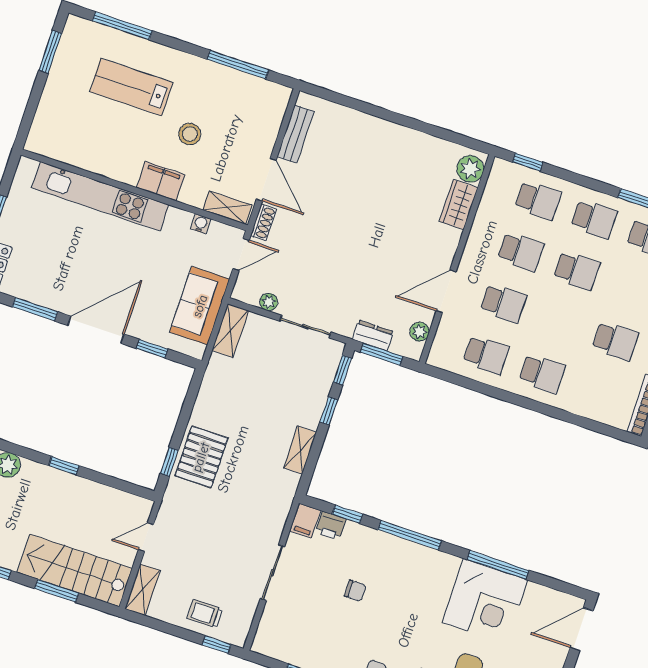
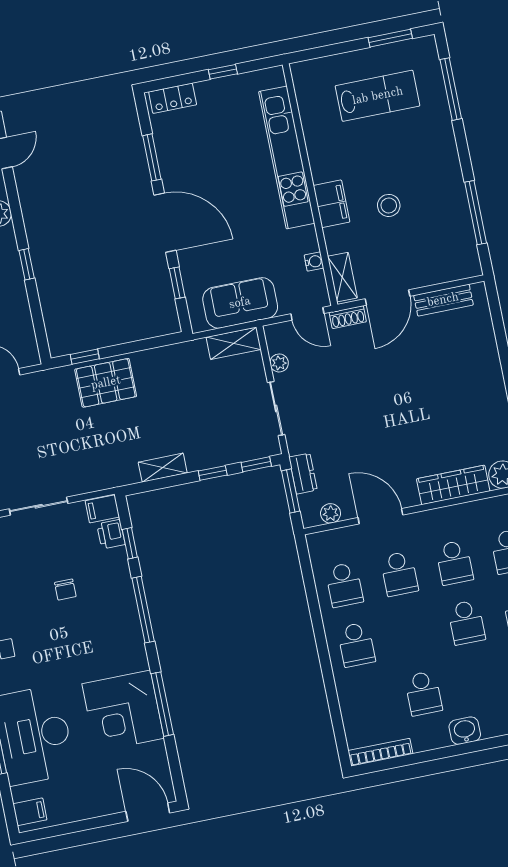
lab bench: (131, 87) -> (378, 96), moved, turned 90
wardrobe: (459, 205) -> (453, 485), width x1.50

